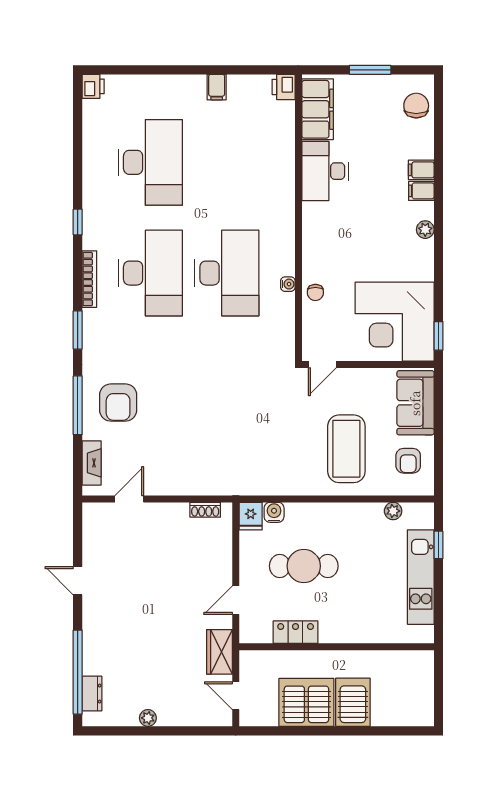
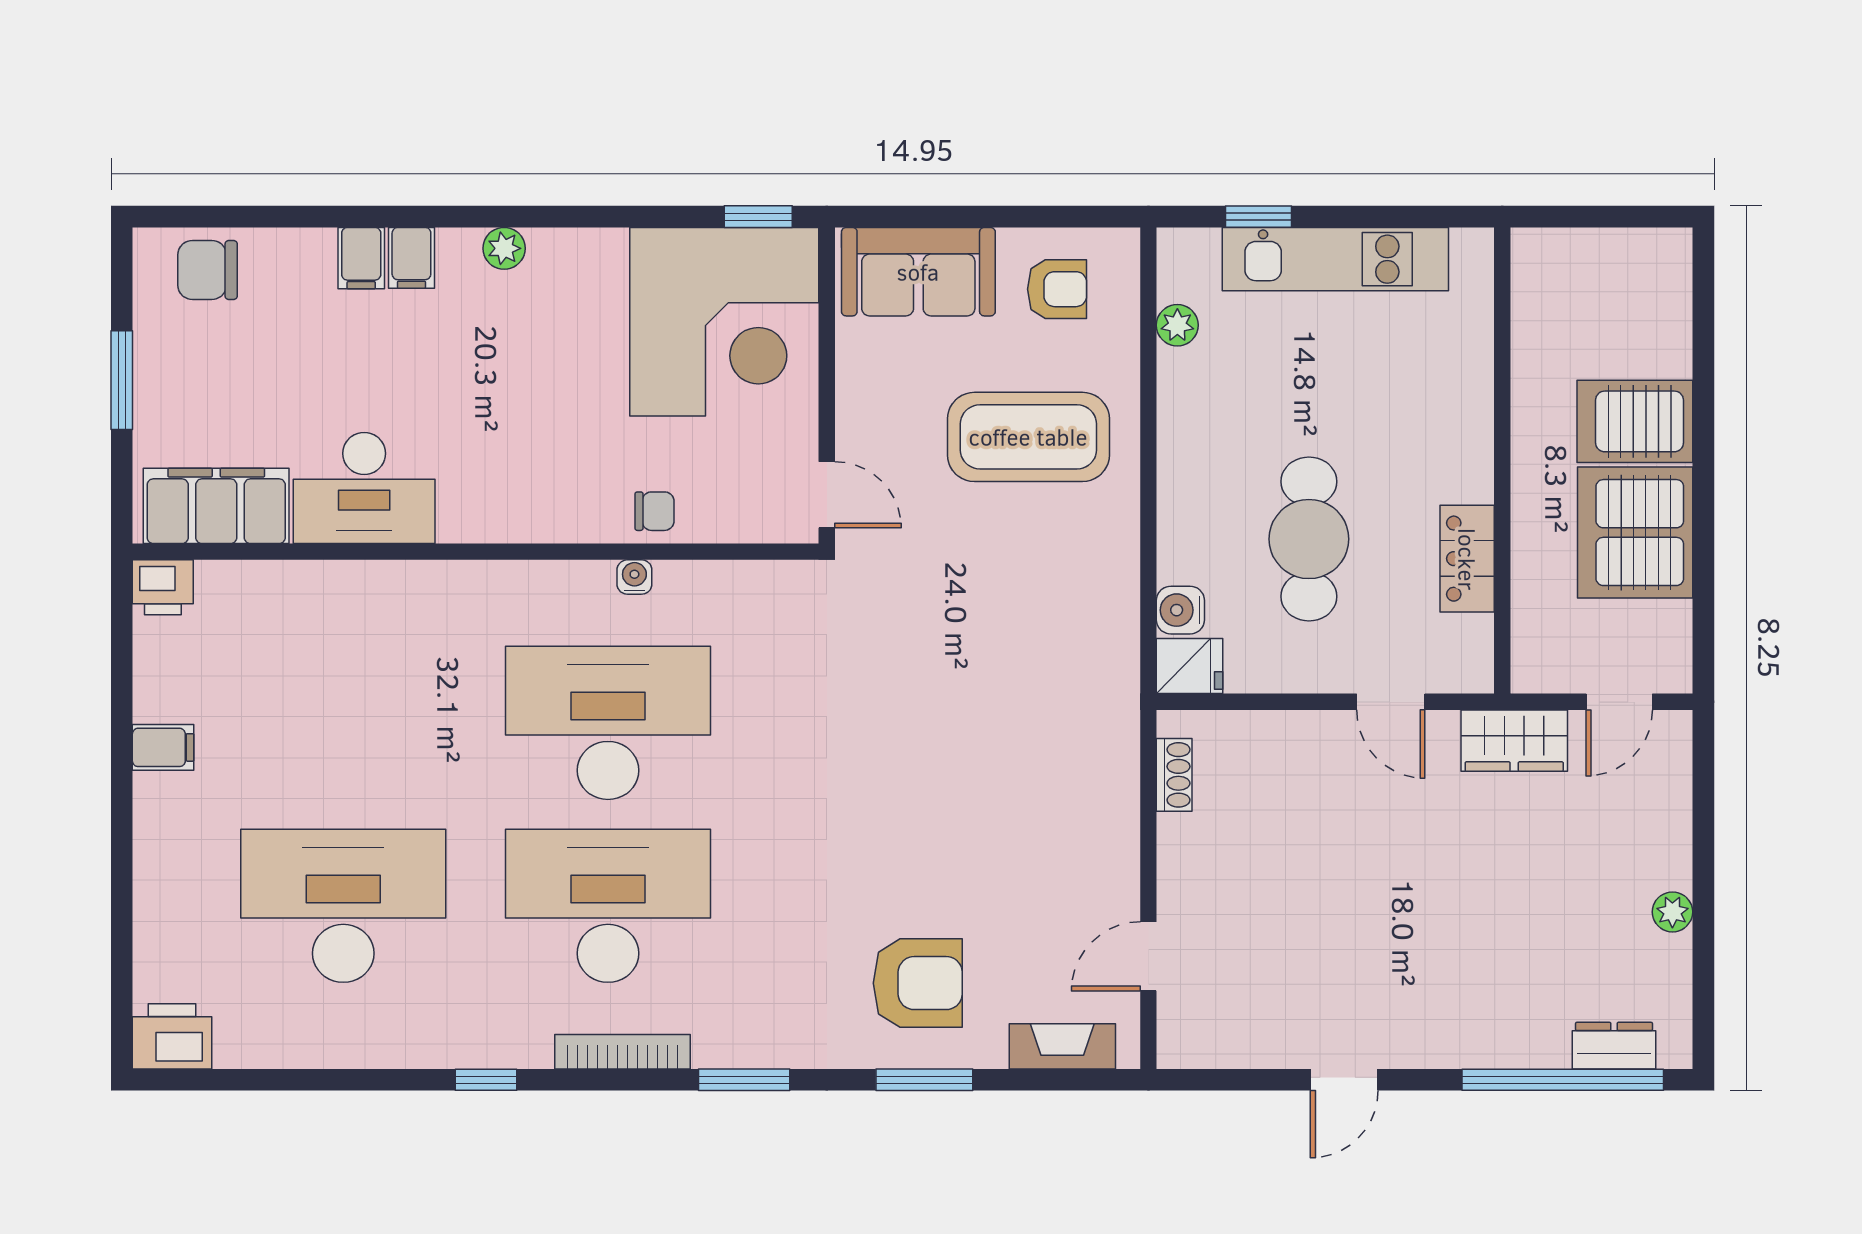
printer: (93, 86) -> (172, 1036), width x1.36, depth x1.24
window: (78, 405) -> (924, 1080), width x0.69
door: (129, 499) -> (1148, 956), hinge flipped

